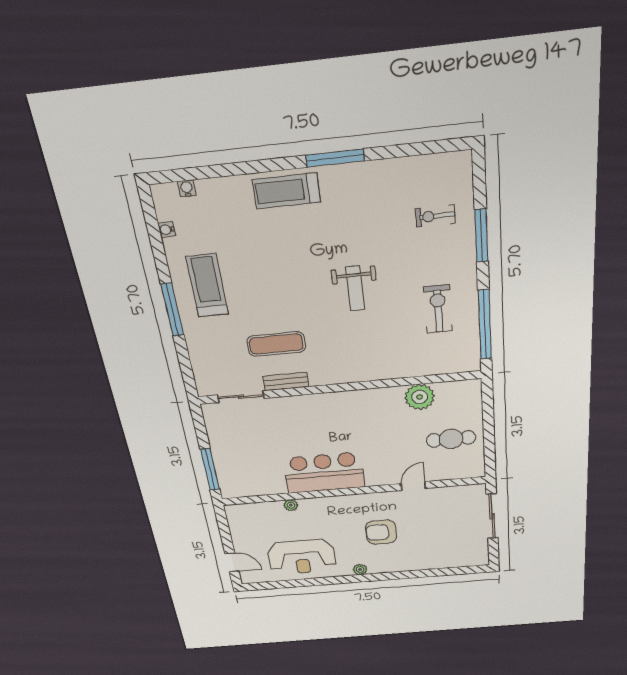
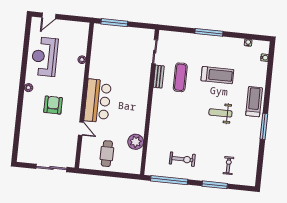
treadmill: (207, 286) -> (217, 75), moved
weight bench: (355, 288) -> (220, 113), moved
bar counter: (324, 473) -> (98, 101), moved

